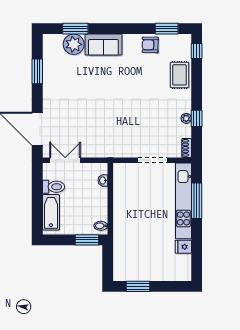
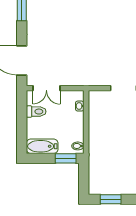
double door: (65, 160) -> (46, 88), swing flipped
bathtub: (51, 212) -> (42, 146), moved, turned -90

